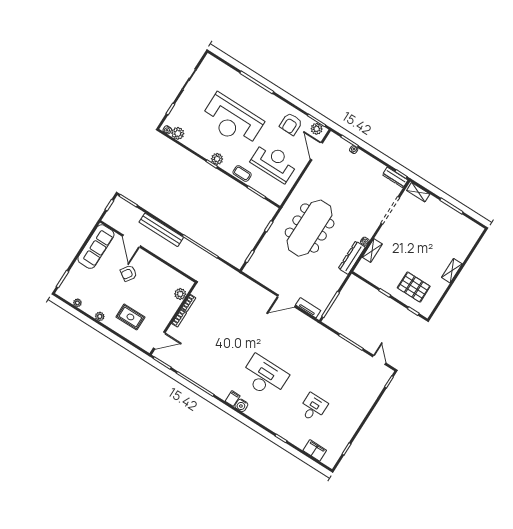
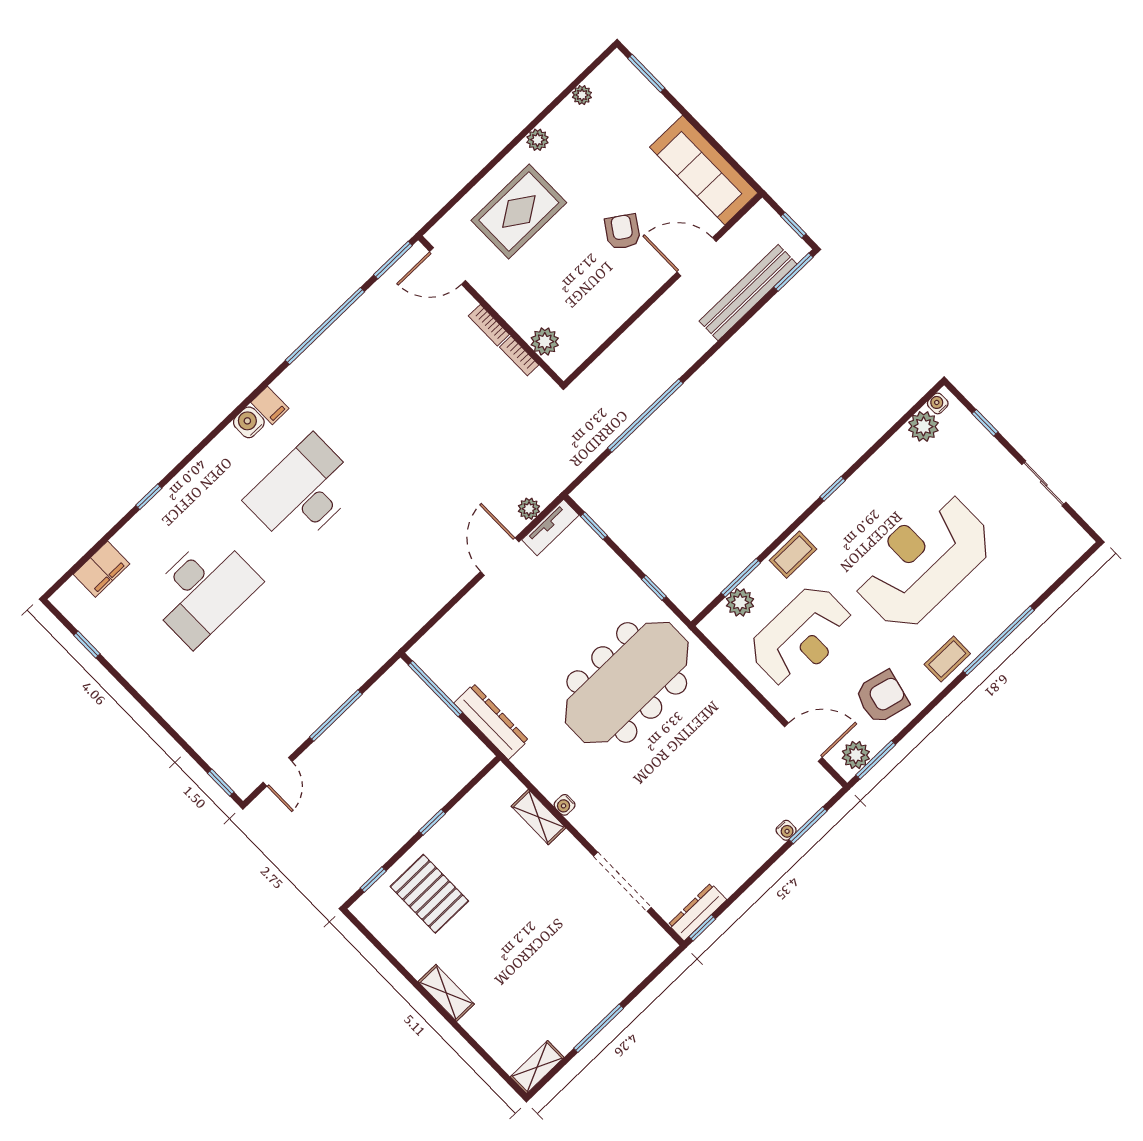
coffee table: (269, 101) -> (947, 659), added
armchair: (291, 124) -> (882, 697), turned 104
plant: (217, 159) -> (740, 602), moved
shelving: (418, 192) -> (537, 1067), moved
meeting table: (310, 228) -> (627, 682), turned 90
bench: (161, 230) -> (748, 293), moved
dresser: (352, 258) -> (491, 722), moved
plant: (249, 284) -> (529, 509), added
pallet: (414, 287) -> (429, 894), turned 90
door: (286, 301) -> (500, 557), moved
tv unit: (308, 308) -> (550, 527), moved
rug: (130, 317) -> (519, 211), width x1.36, depth x1.43
door: (159, 340) -> (448, 266), hinge flipped
door: (379, 360) -> (278, 772), hinge flipped
desk: (264, 377) -> (303, 492), turned 180
desk: (313, 408) -> (203, 590), width x1.87, depth x1.30

